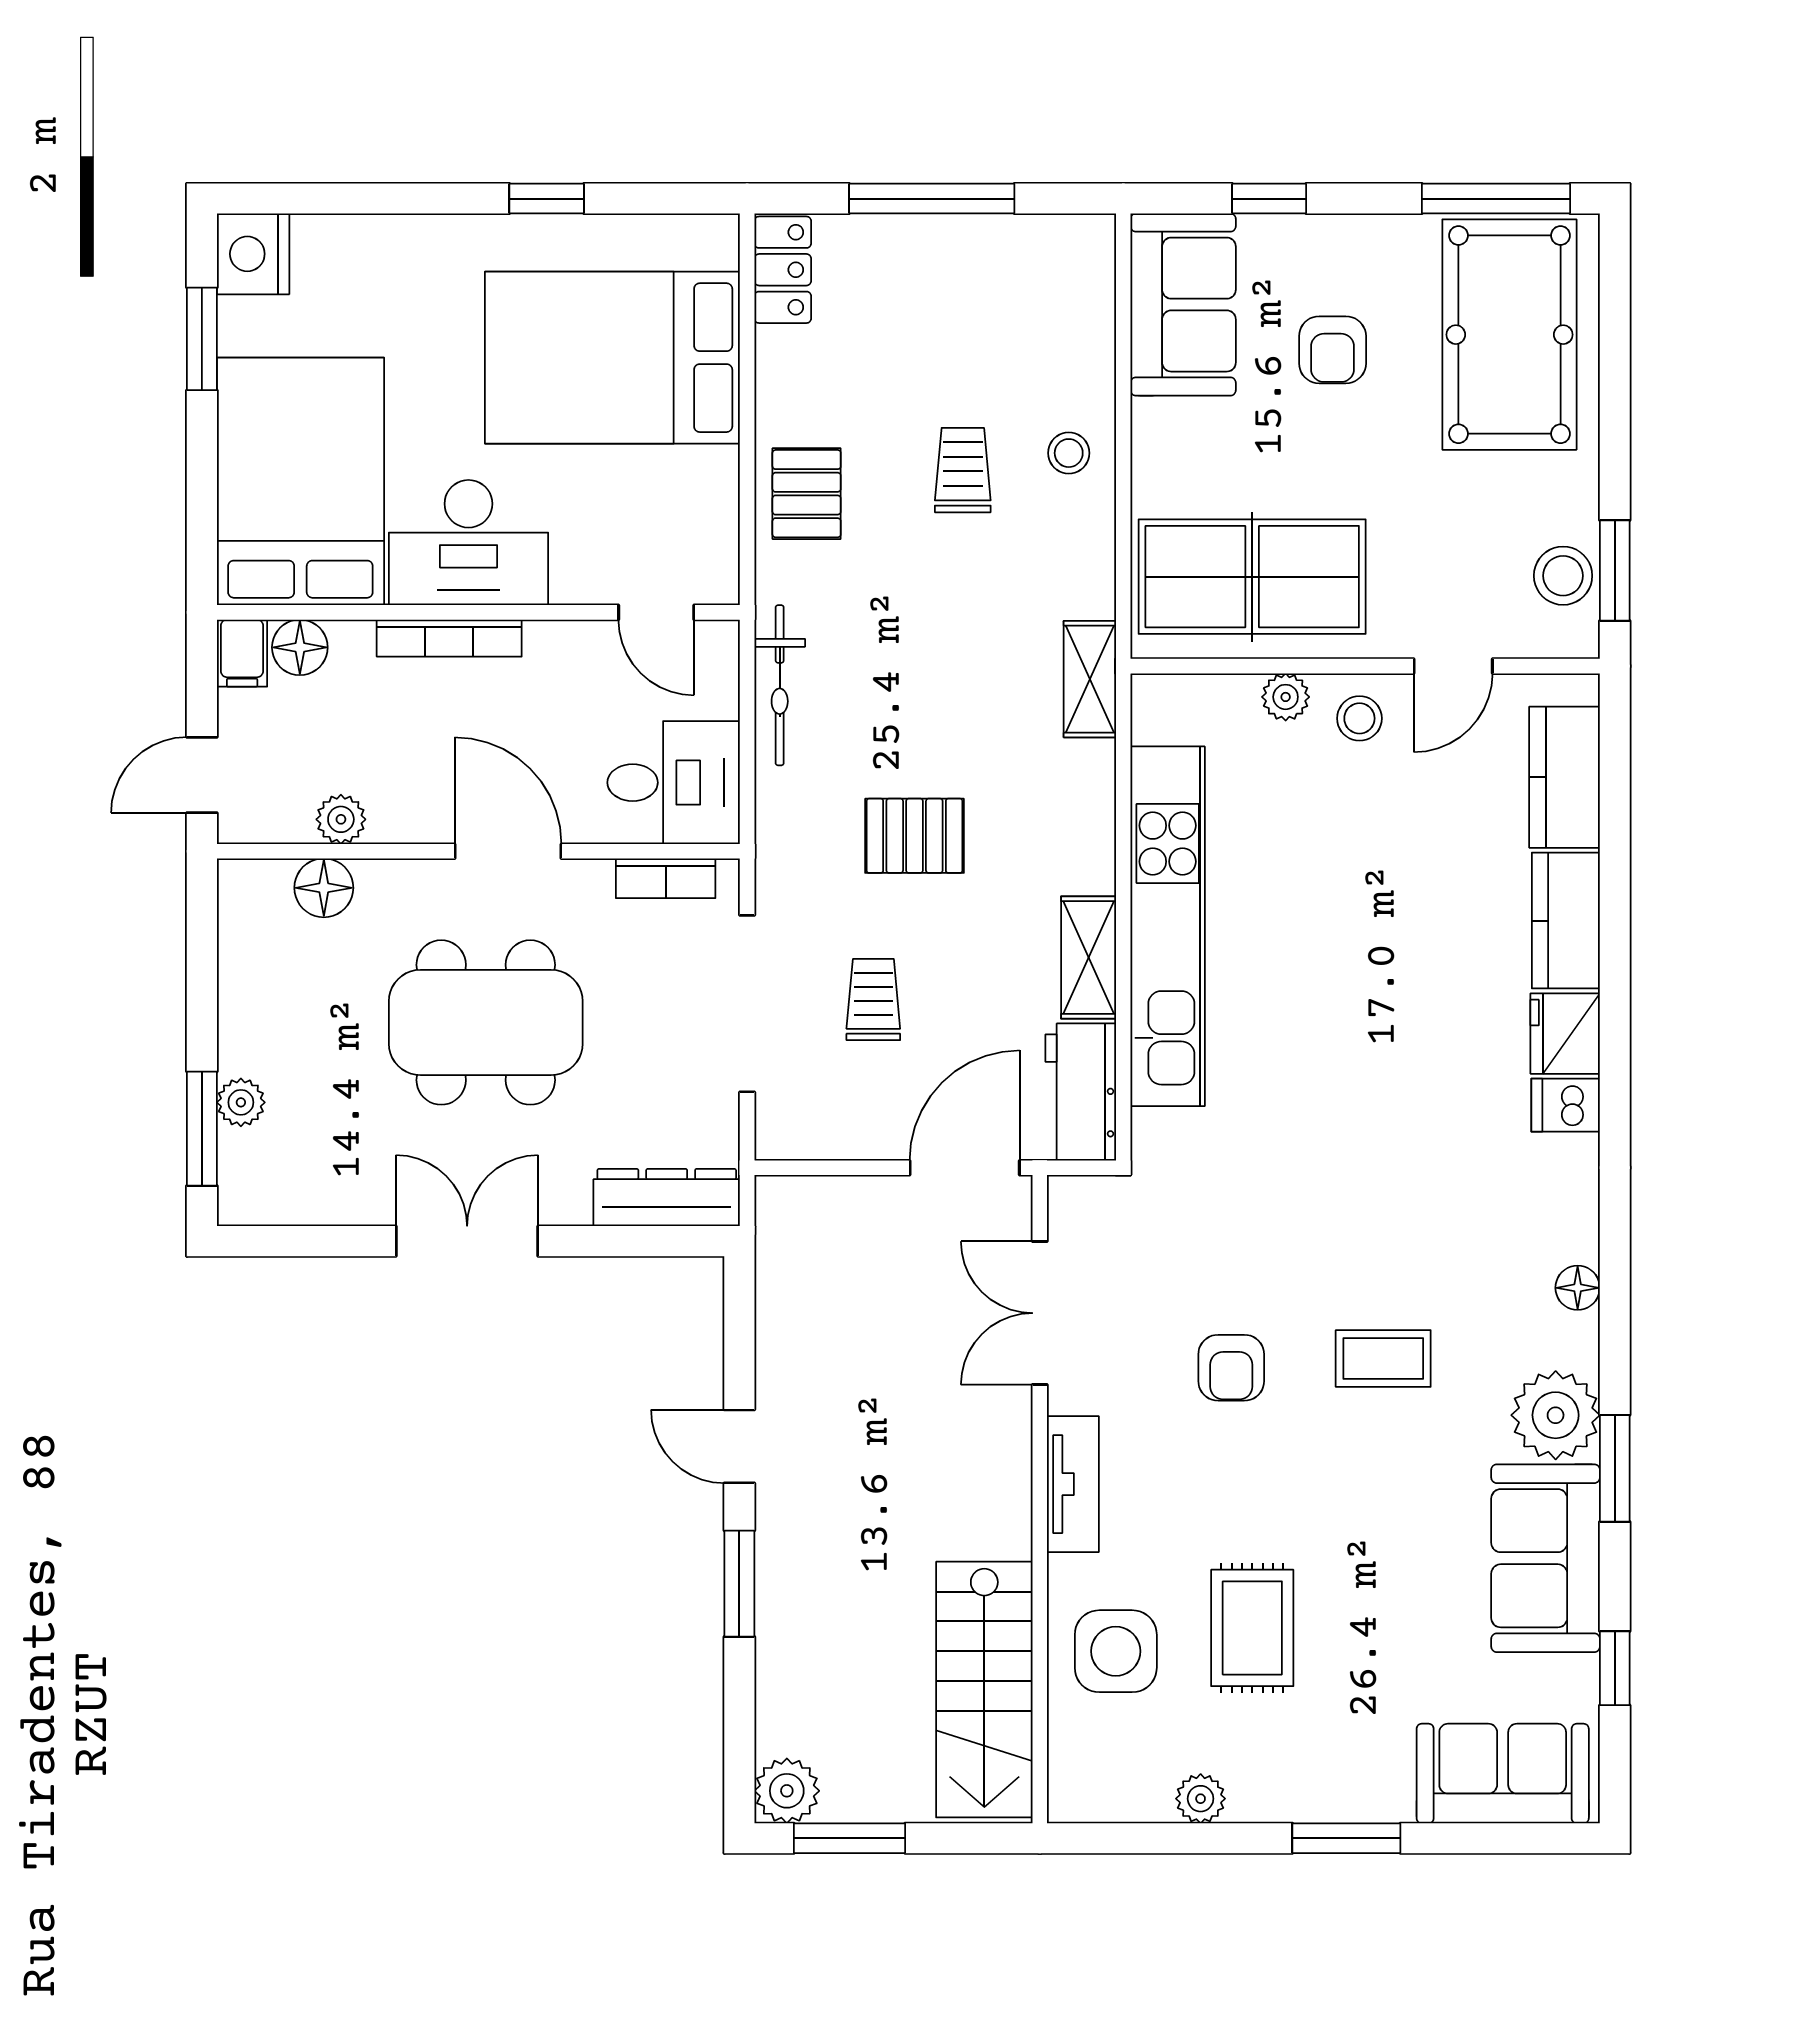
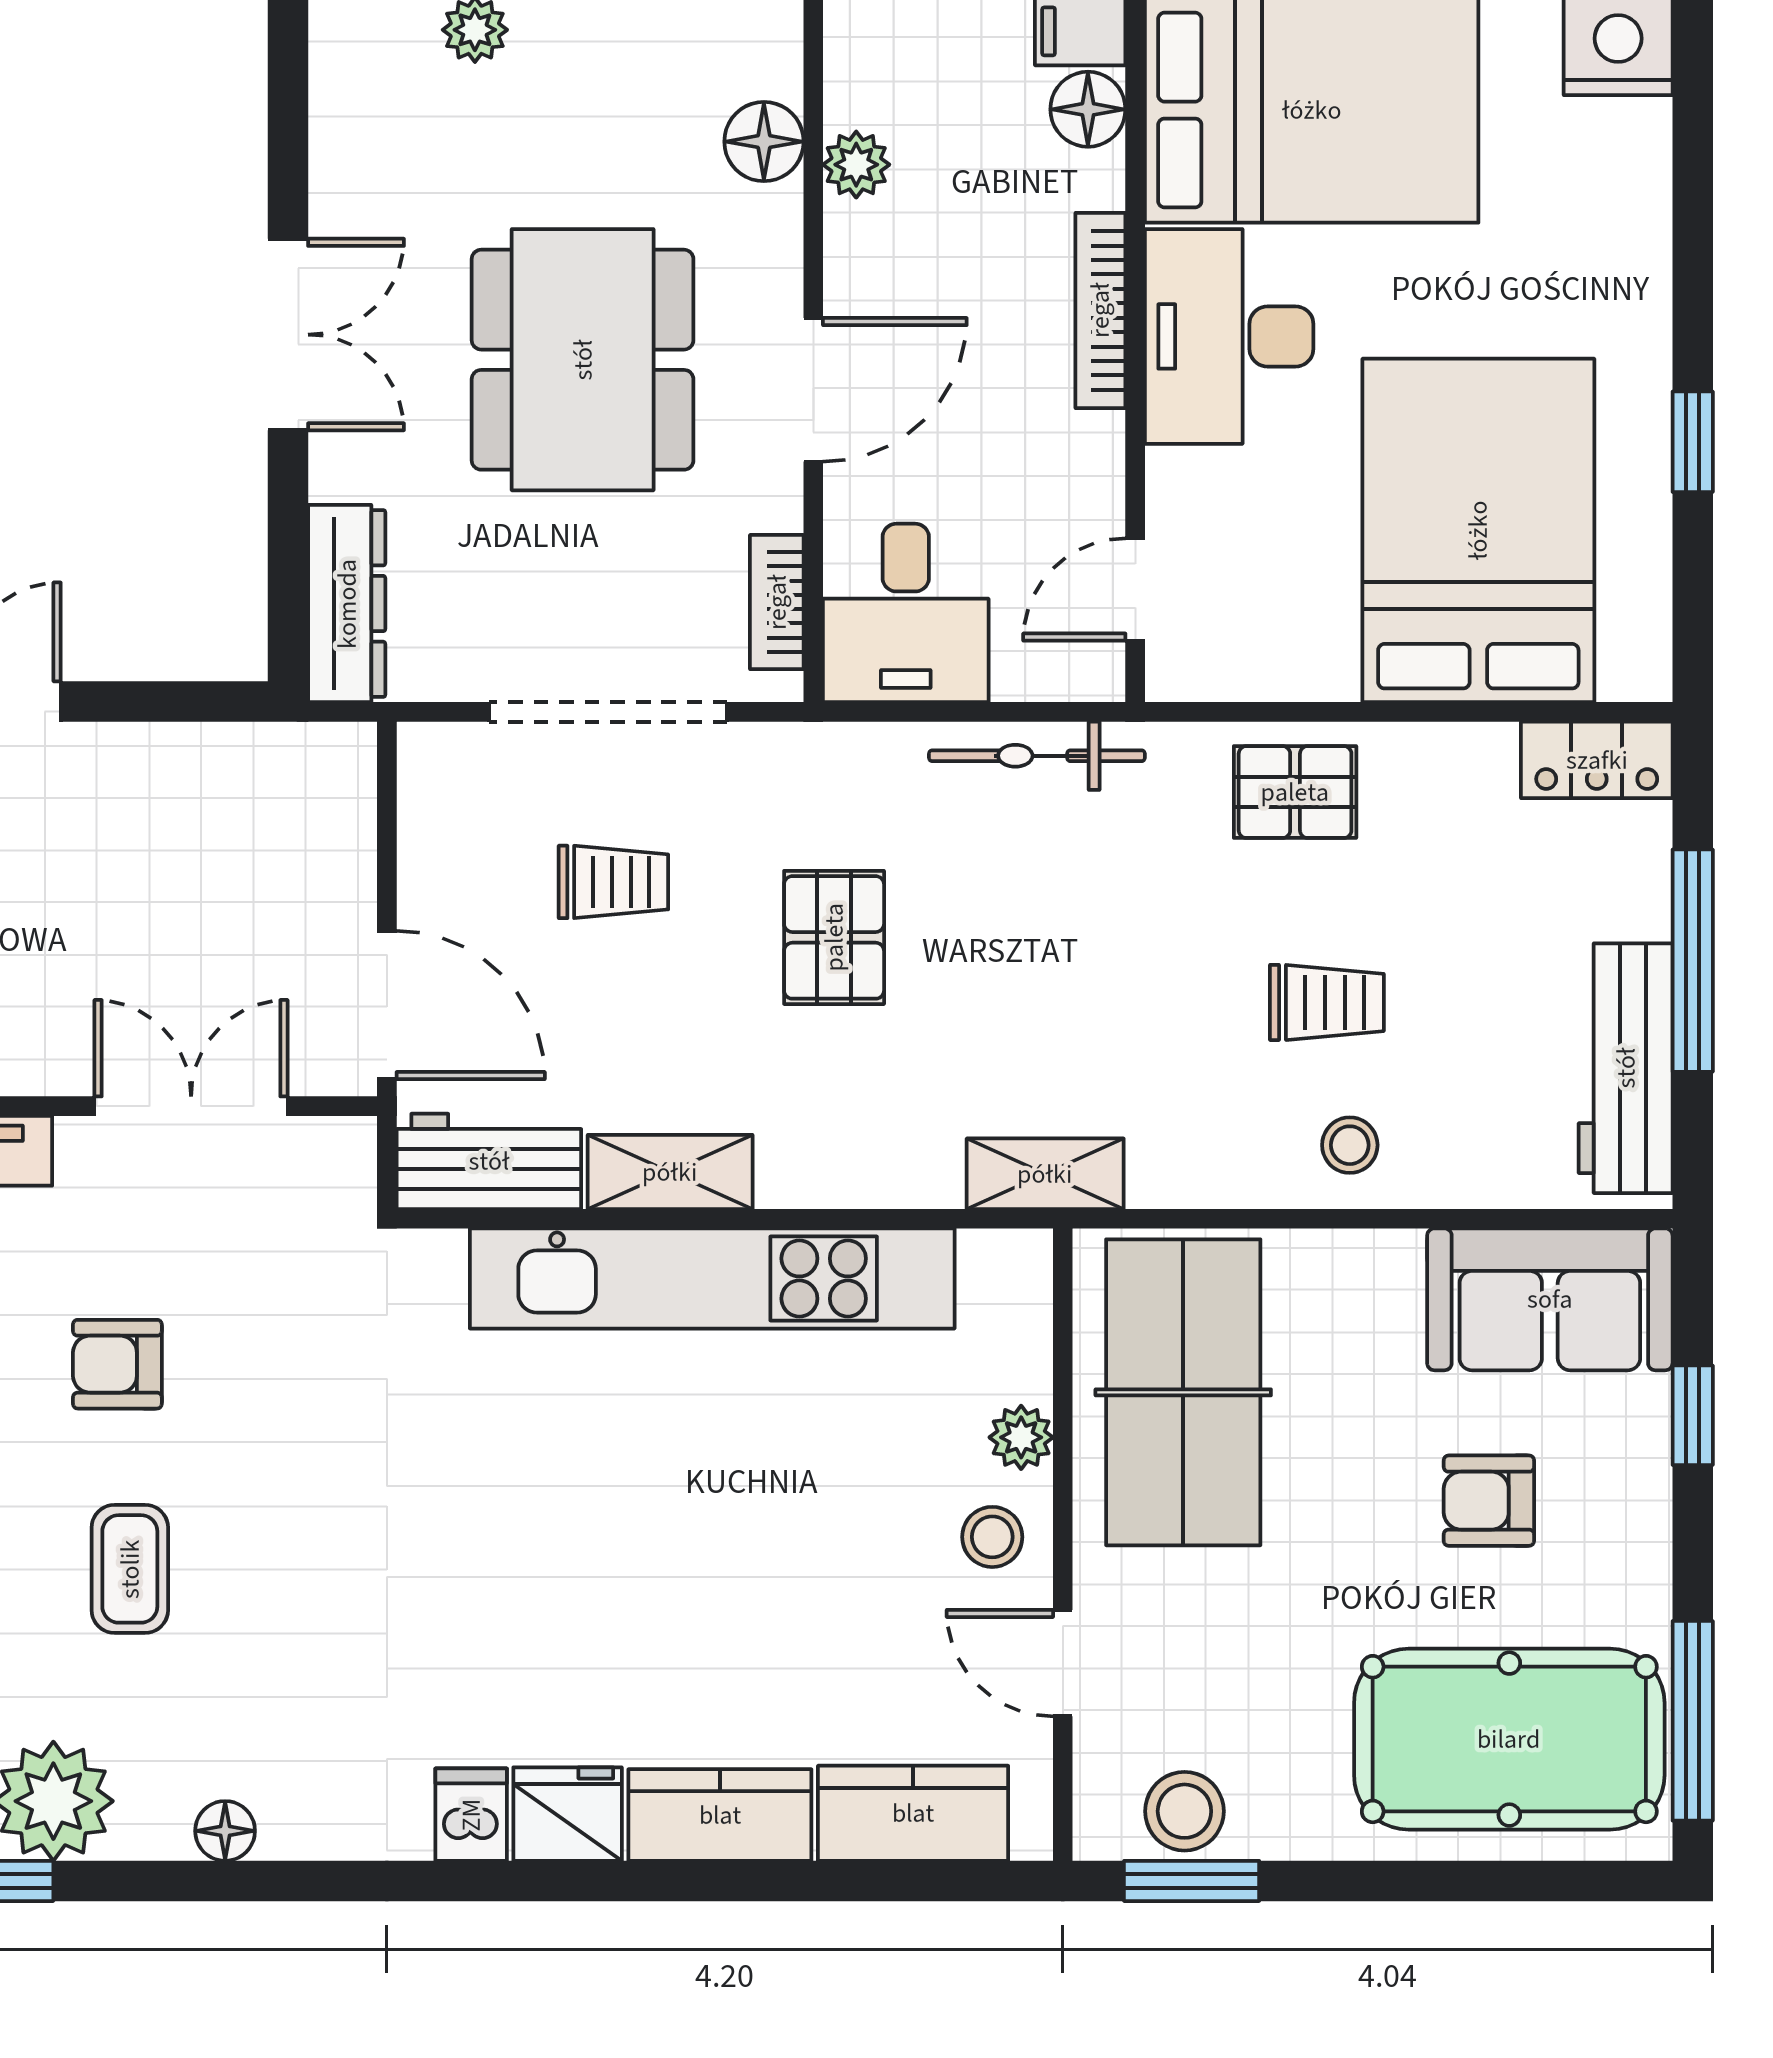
workbench: (1012, 248) -> (1626, 1068), added

